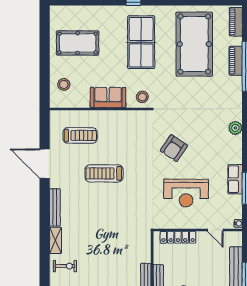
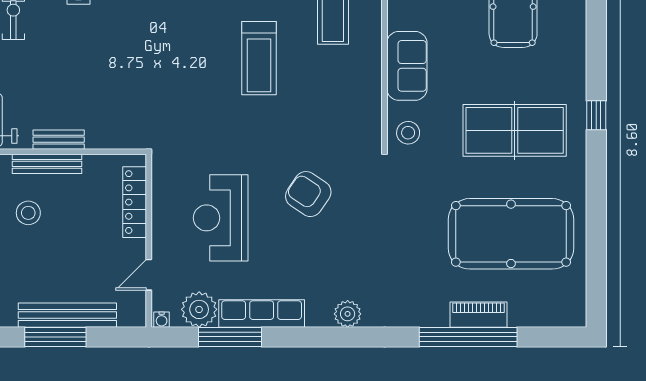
piano: (236, 22) -> (554, 315), removed
treadmill: (104, 173) -> (259, 58), turned 180
row of seats: (235, 179) -> (262, 313), width x1.48
plant: (233, 204) -> (199, 309), added

